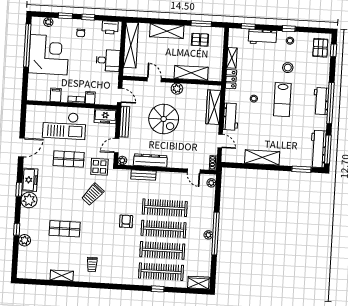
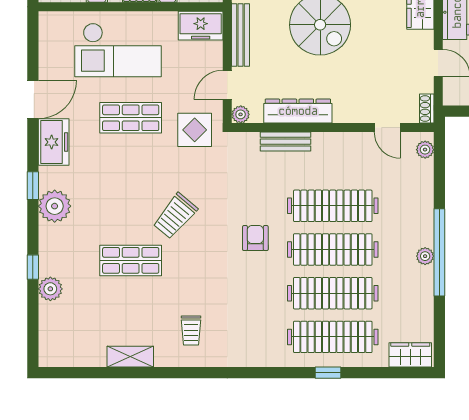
freezer: (30, 180) -> (54, 142), moved
trolley: (93, 194) -> (175, 216), moved

